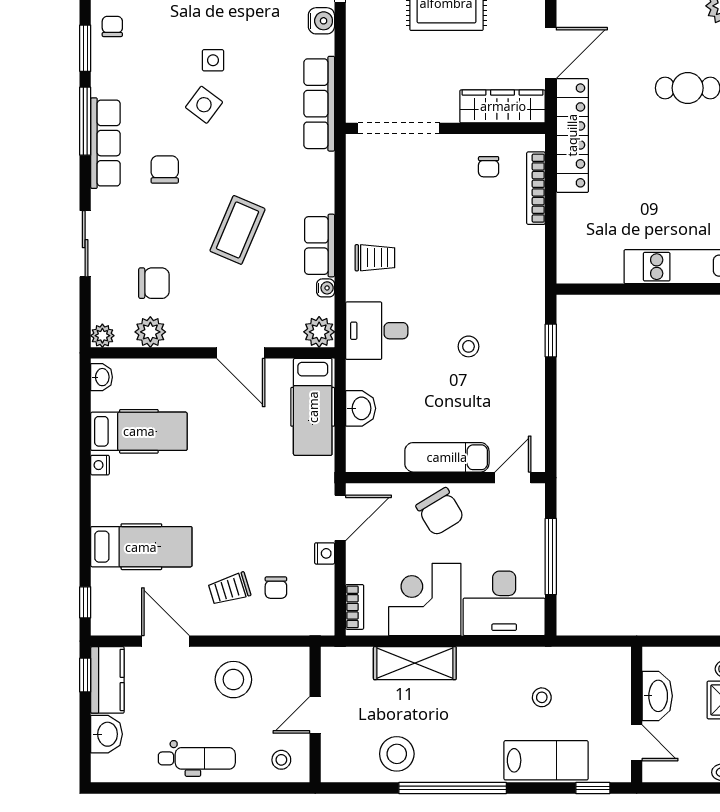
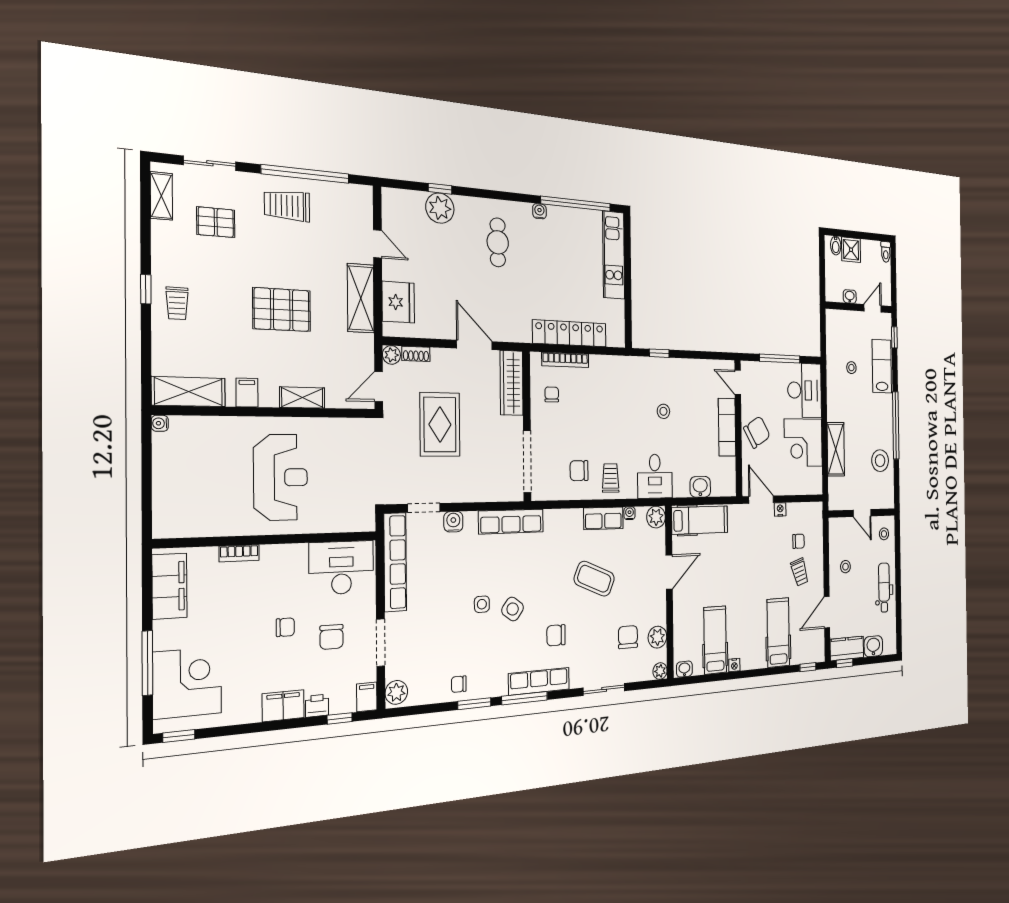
locker: (572, 135) -> (570, 333), moved
chair: (489, 167) -> (552, 394), turned -90
chair: (386, 208) -> (579, 471), added
bookcase: (355, 607) -> (808, 489), removed
stool: (233, 680) -> (845, 567), width x0.53, depth x0.53
washbasin: (657, 696) -> (850, 296), width x0.52, depth x0.69

